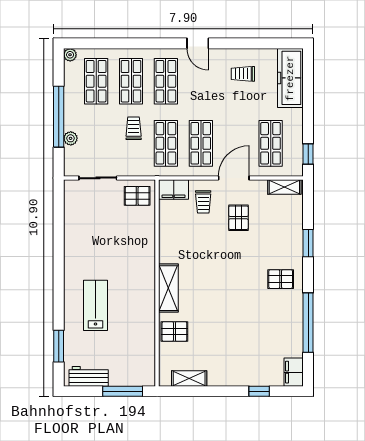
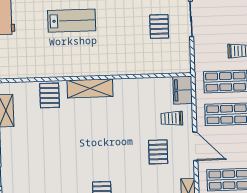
pallet: (137, 196) -> (159, 26), moved
pallet: (238, 218) -> (158, 152), turned 90

